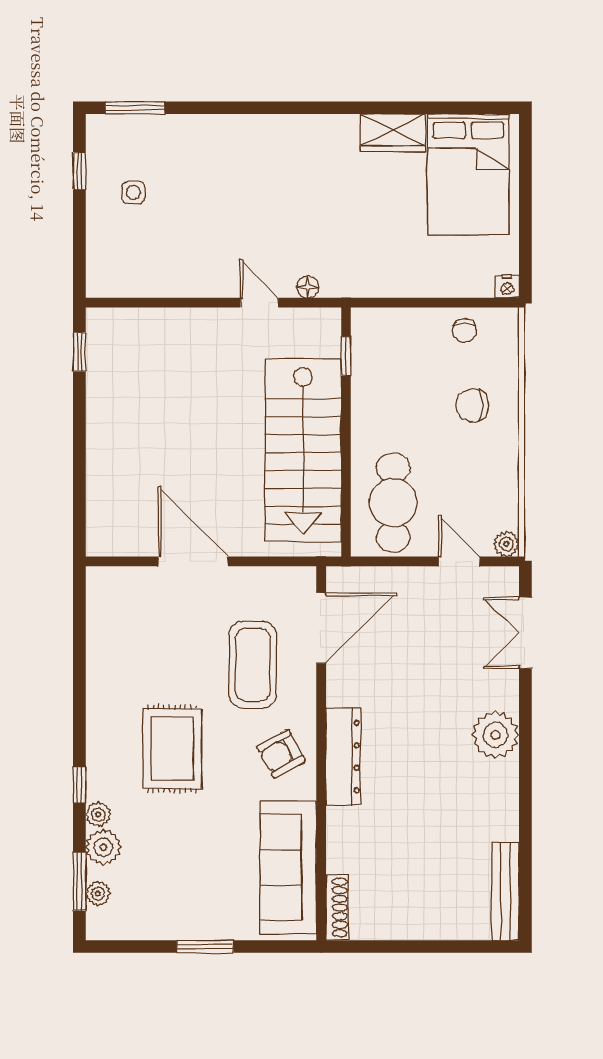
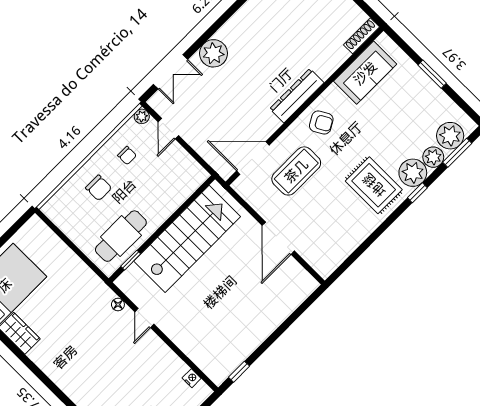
nightstand: (507, 287) -> (192, 378), moved
chair: (464, 330) -> (127, 155), moved, turned 90
cafe table: (393, 503) -> (121, 236), moved
plant: (495, 735) -> (213, 53), moved
rug: (172, 749) -> (374, 185), moved, turned 90
plant: (98, 815) -> (413, 173), width x1.87, depth x1.87
sofa: (288, 867) -> (365, 73), width x0.73
plant: (98, 894) -> (450, 136), width x1.88, depth x1.88

